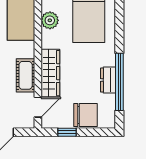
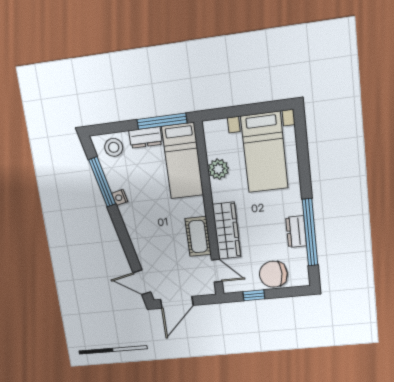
door: (38, 107) -> (217, 271), hinge flipped
chair: (86, 115) -> (273, 274), turned 180

